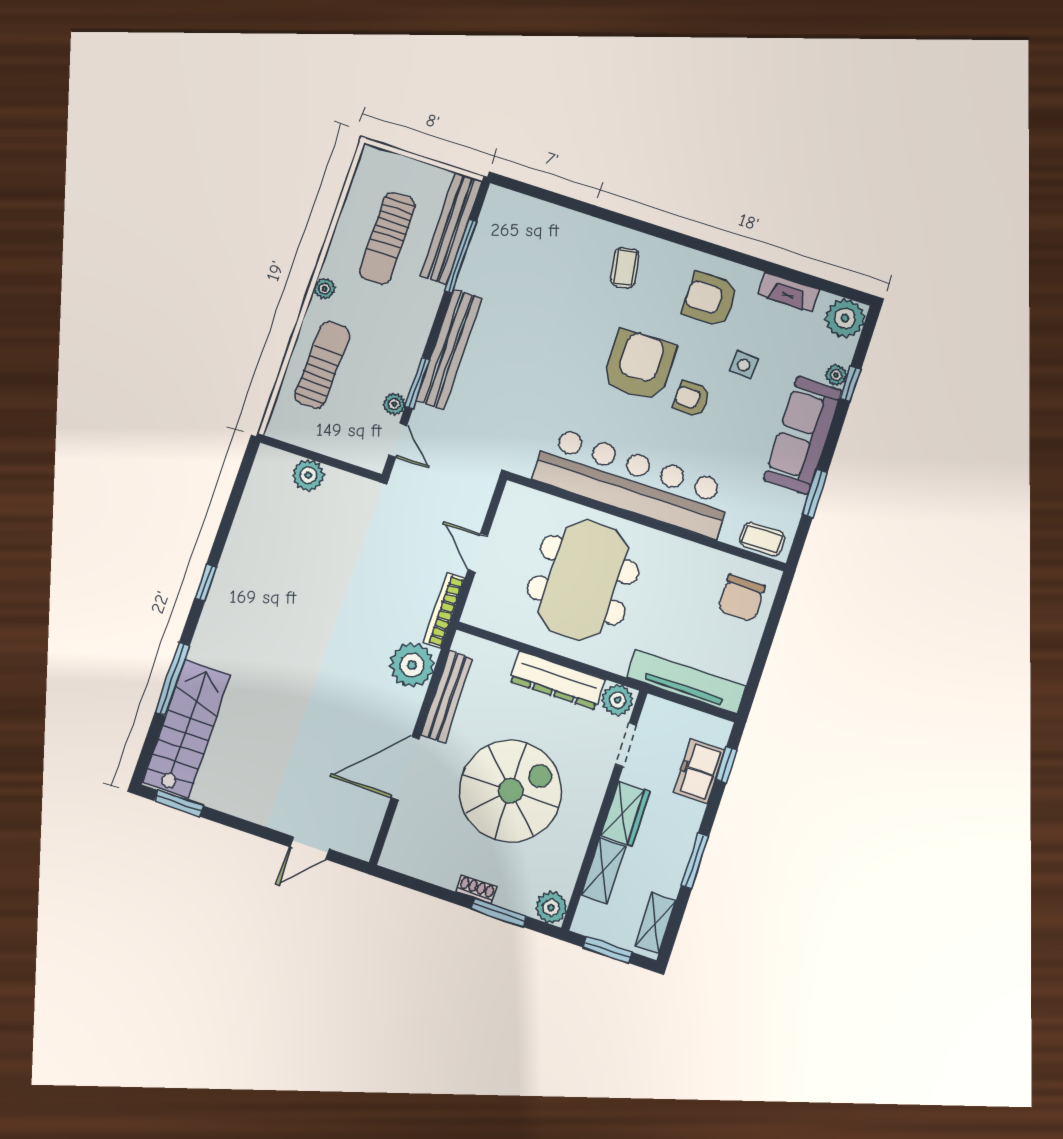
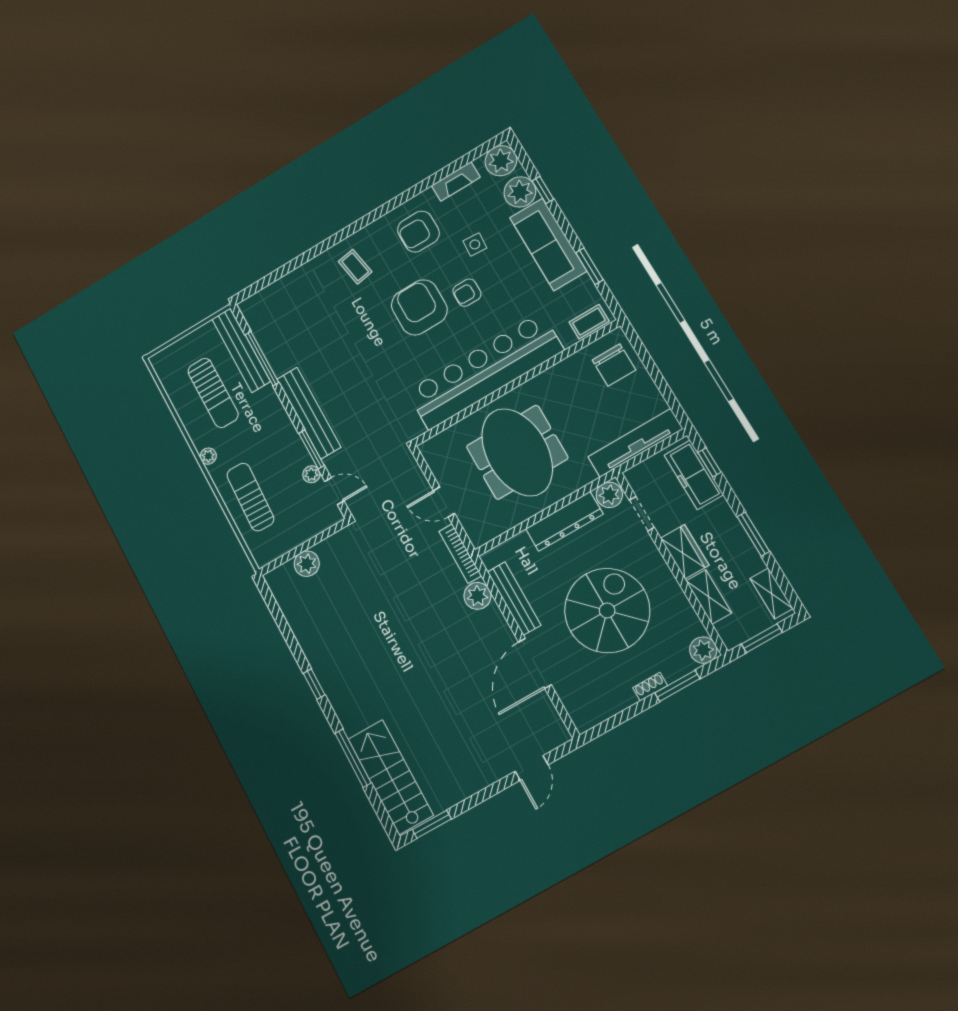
plant: (836, 375) -> (520, 192), width x1.87, depth x1.87
plant: (412, 665) -> (477, 596), width x0.73, depth x0.73
freezer: (699, 771) -> (694, 475), width x1.40

